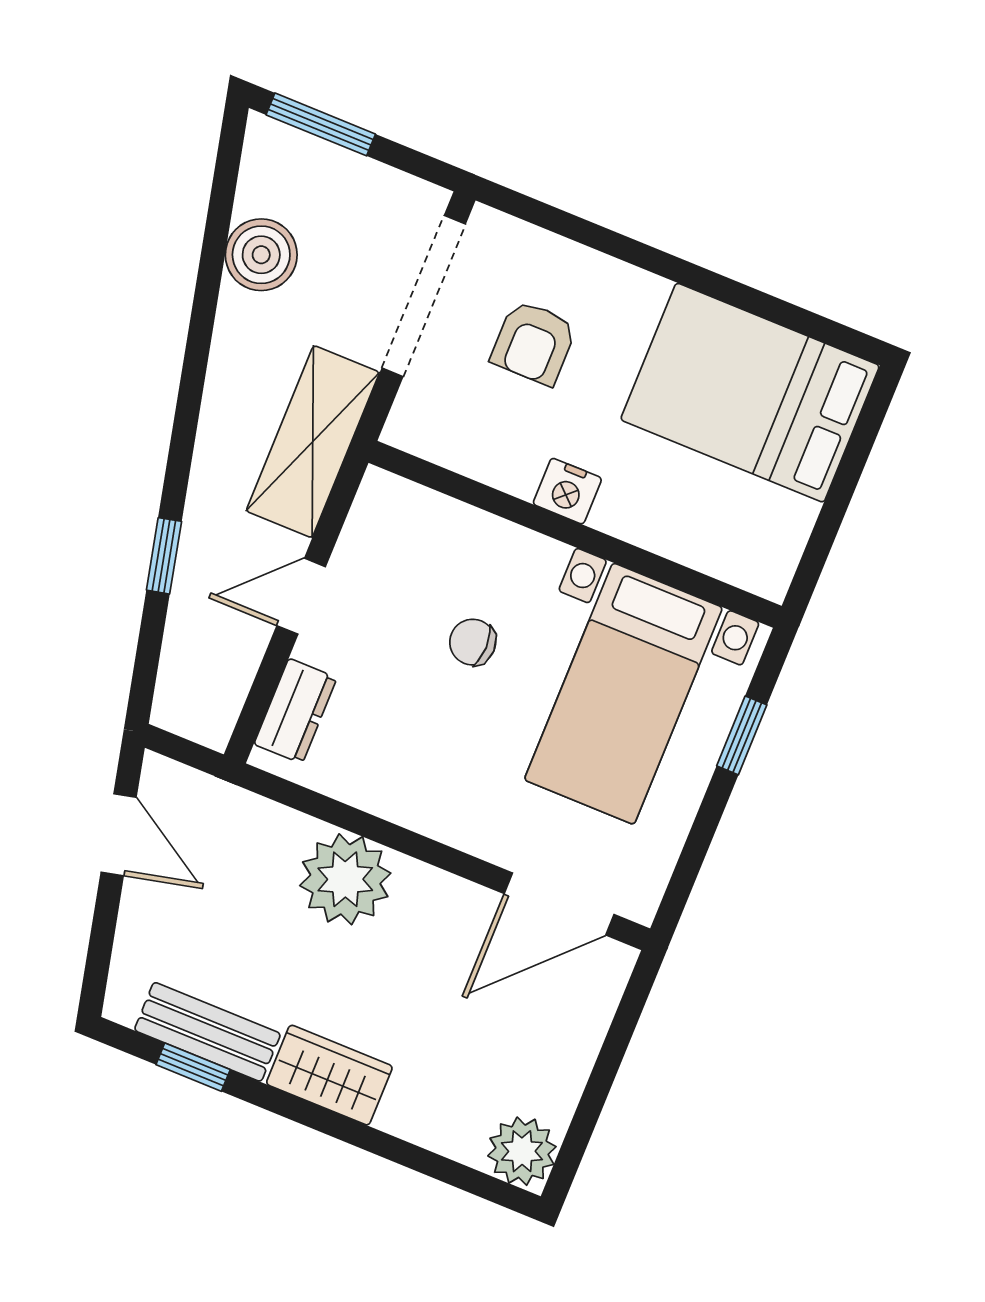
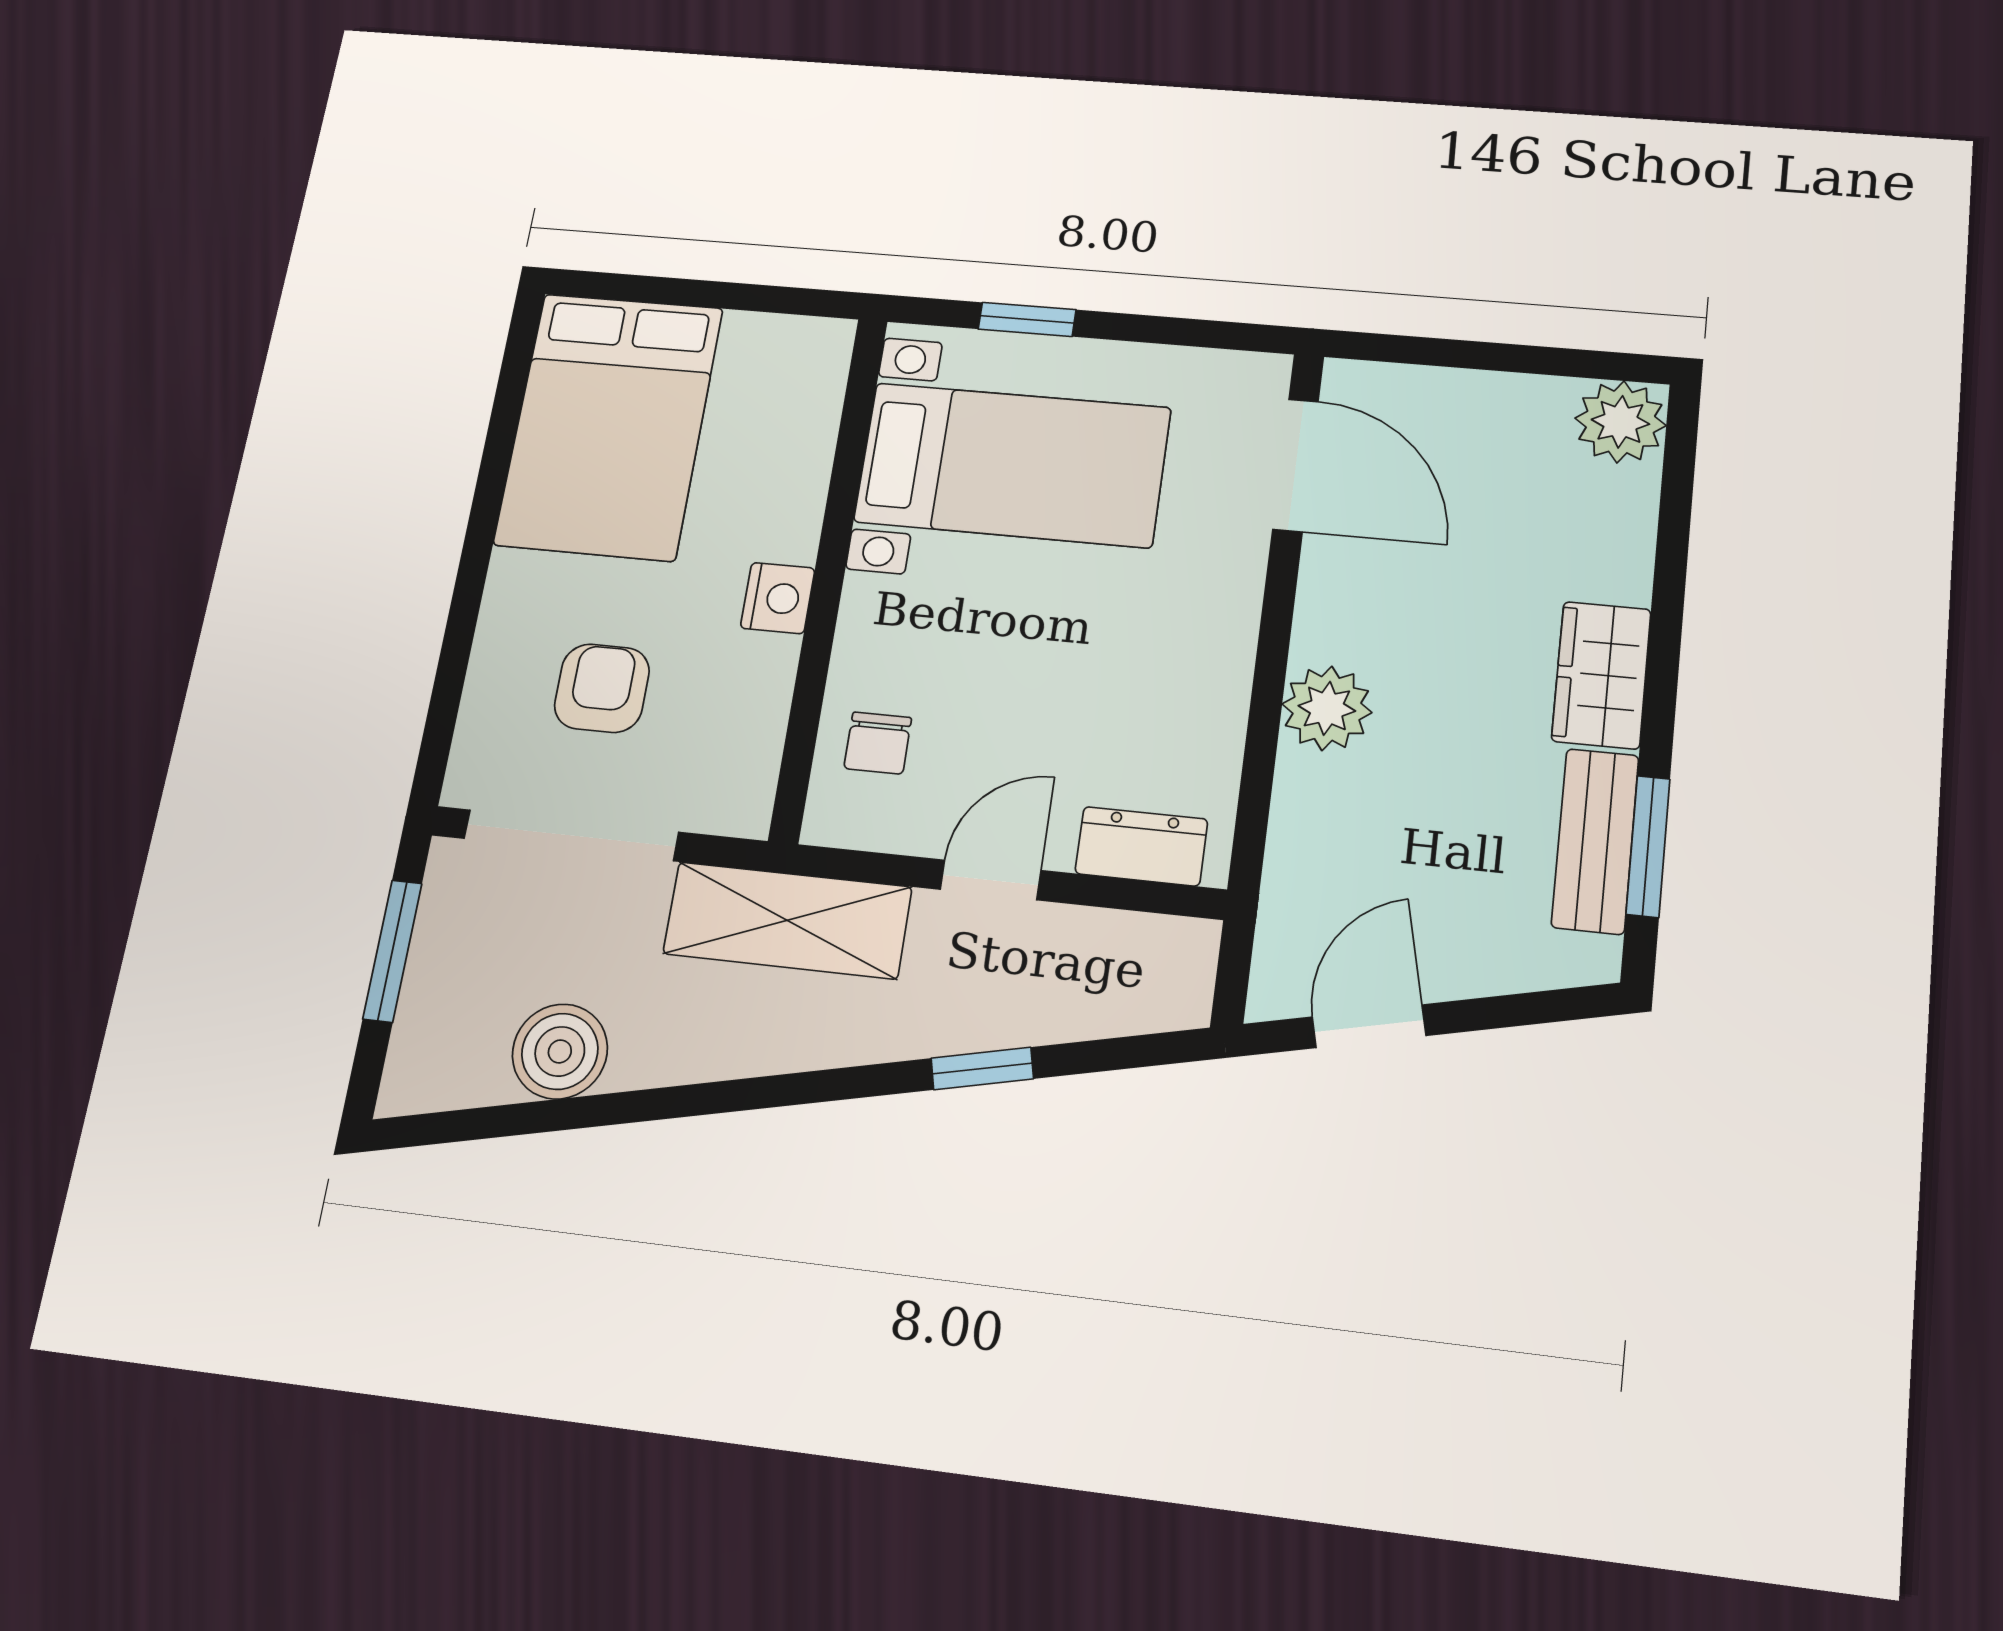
window: (321, 124) -> (392, 951), moved
armchair: (534, 343) -> (602, 688), turned -90
door: (301, 596) -> (991, 880), swing flipped
chair: (473, 642) -> (878, 743), moved
plant: (345, 879) -> (1327, 708), width x0.73, depth x0.73
window: (193, 1067) -> (1648, 846), width x1.50

